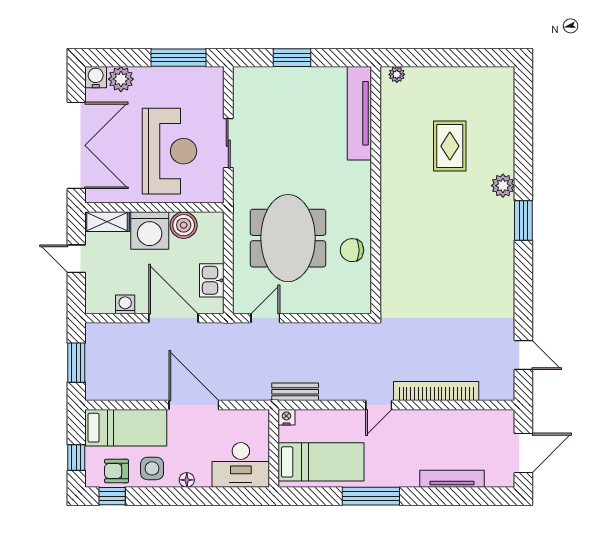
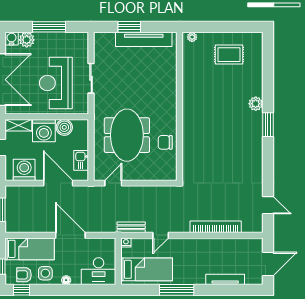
window: (179, 58) -> (49, 27), moved
tv unit: (359, 113) -> (144, 39), moved, turned -90
rug: (450, 146) -> (229, 55), moved, turned 90
reception desk: (169, 151) -> (56, 83), turned 180
washing machine: (125, 304) -> (24, 170), width x1.89, depth x1.89
door: (379, 405) -> (161, 235), moved

